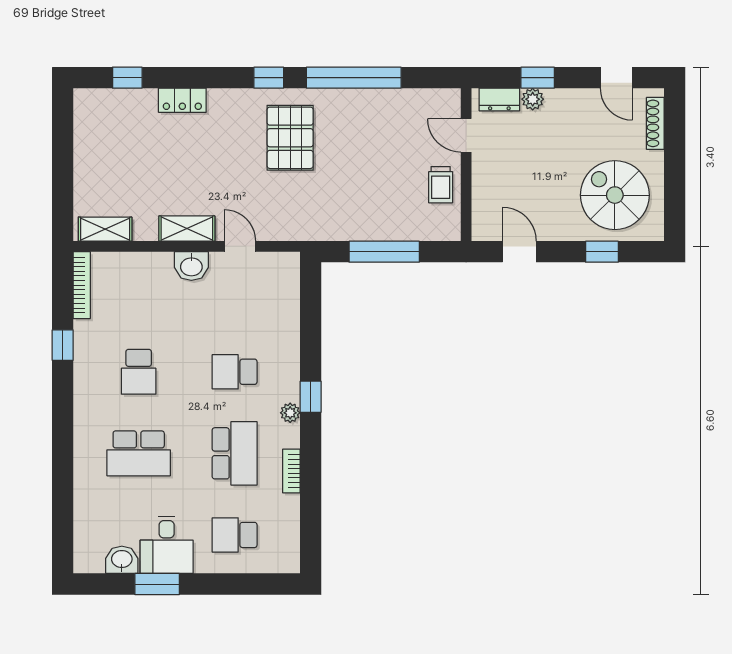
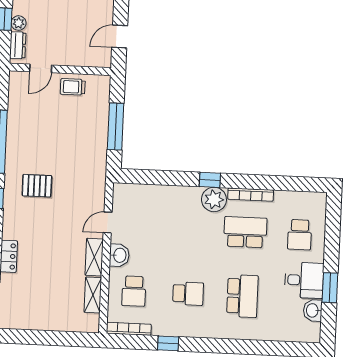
pallet: (290, 138) -> (37, 186), width x0.67, depth x0.71
trolley: (441, 185) -> (73, 87), turned 180
shelving: (105, 229) -> (93, 295), moved
school desk: (235, 372) -> (134, 291), moved
plant: (290, 413) -> (214, 199), width x1.88, depth x1.88
bookcase: (291, 471) -> (251, 195), width x1.56

